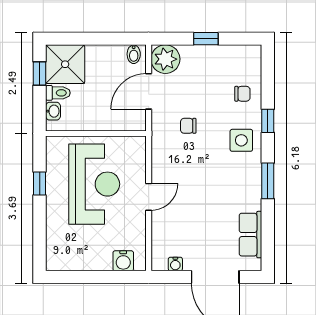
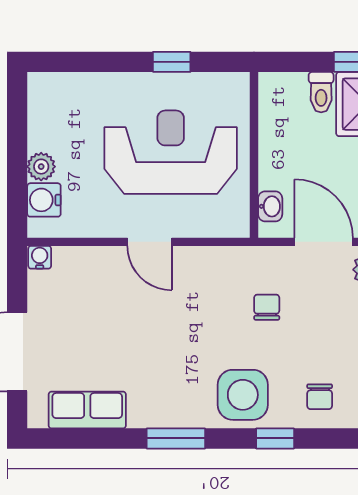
washbasin: (53, 111) -> (270, 206), moved, turned -90
side table: (241, 140) -> (243, 395), width x1.37, depth x1.37
reception desk: (94, 184) -> (171, 152), turned 180
plant: (103, 262) -> (41, 167), added
water cooler: (175, 264) -> (40, 257), moved, turned 90

